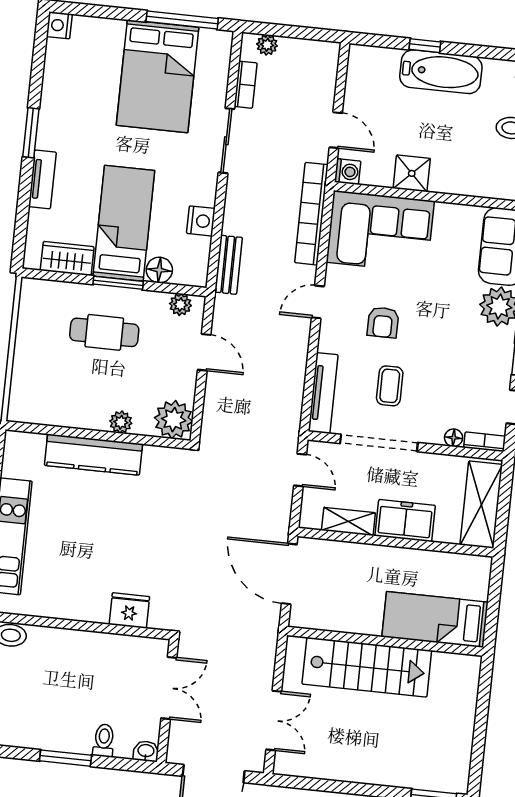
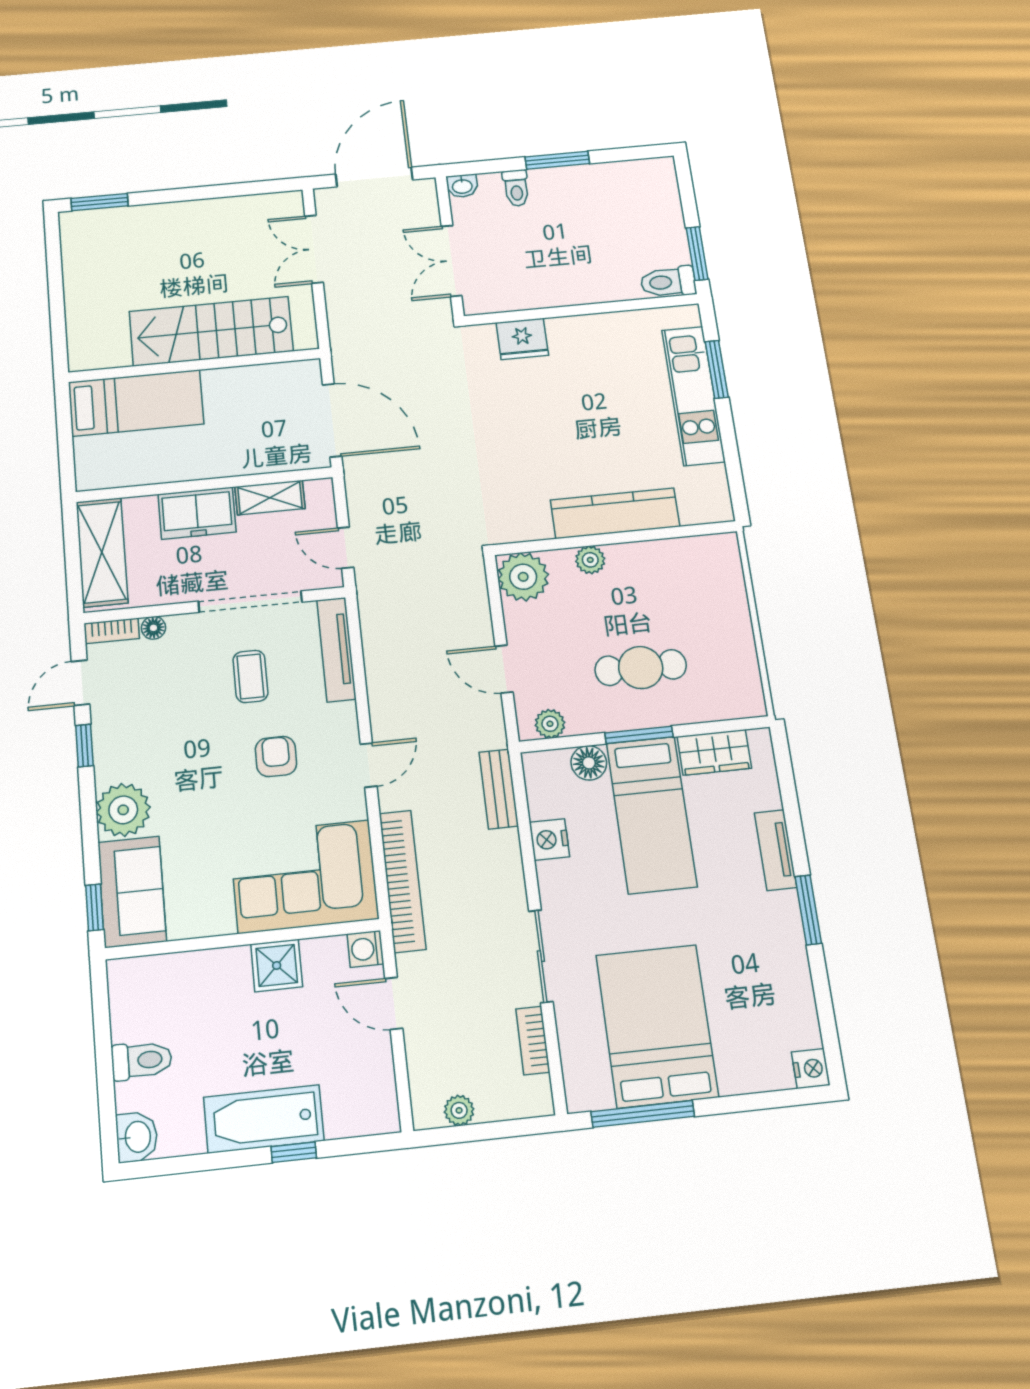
plant: (267, 45) -> (459, 1110), moved

